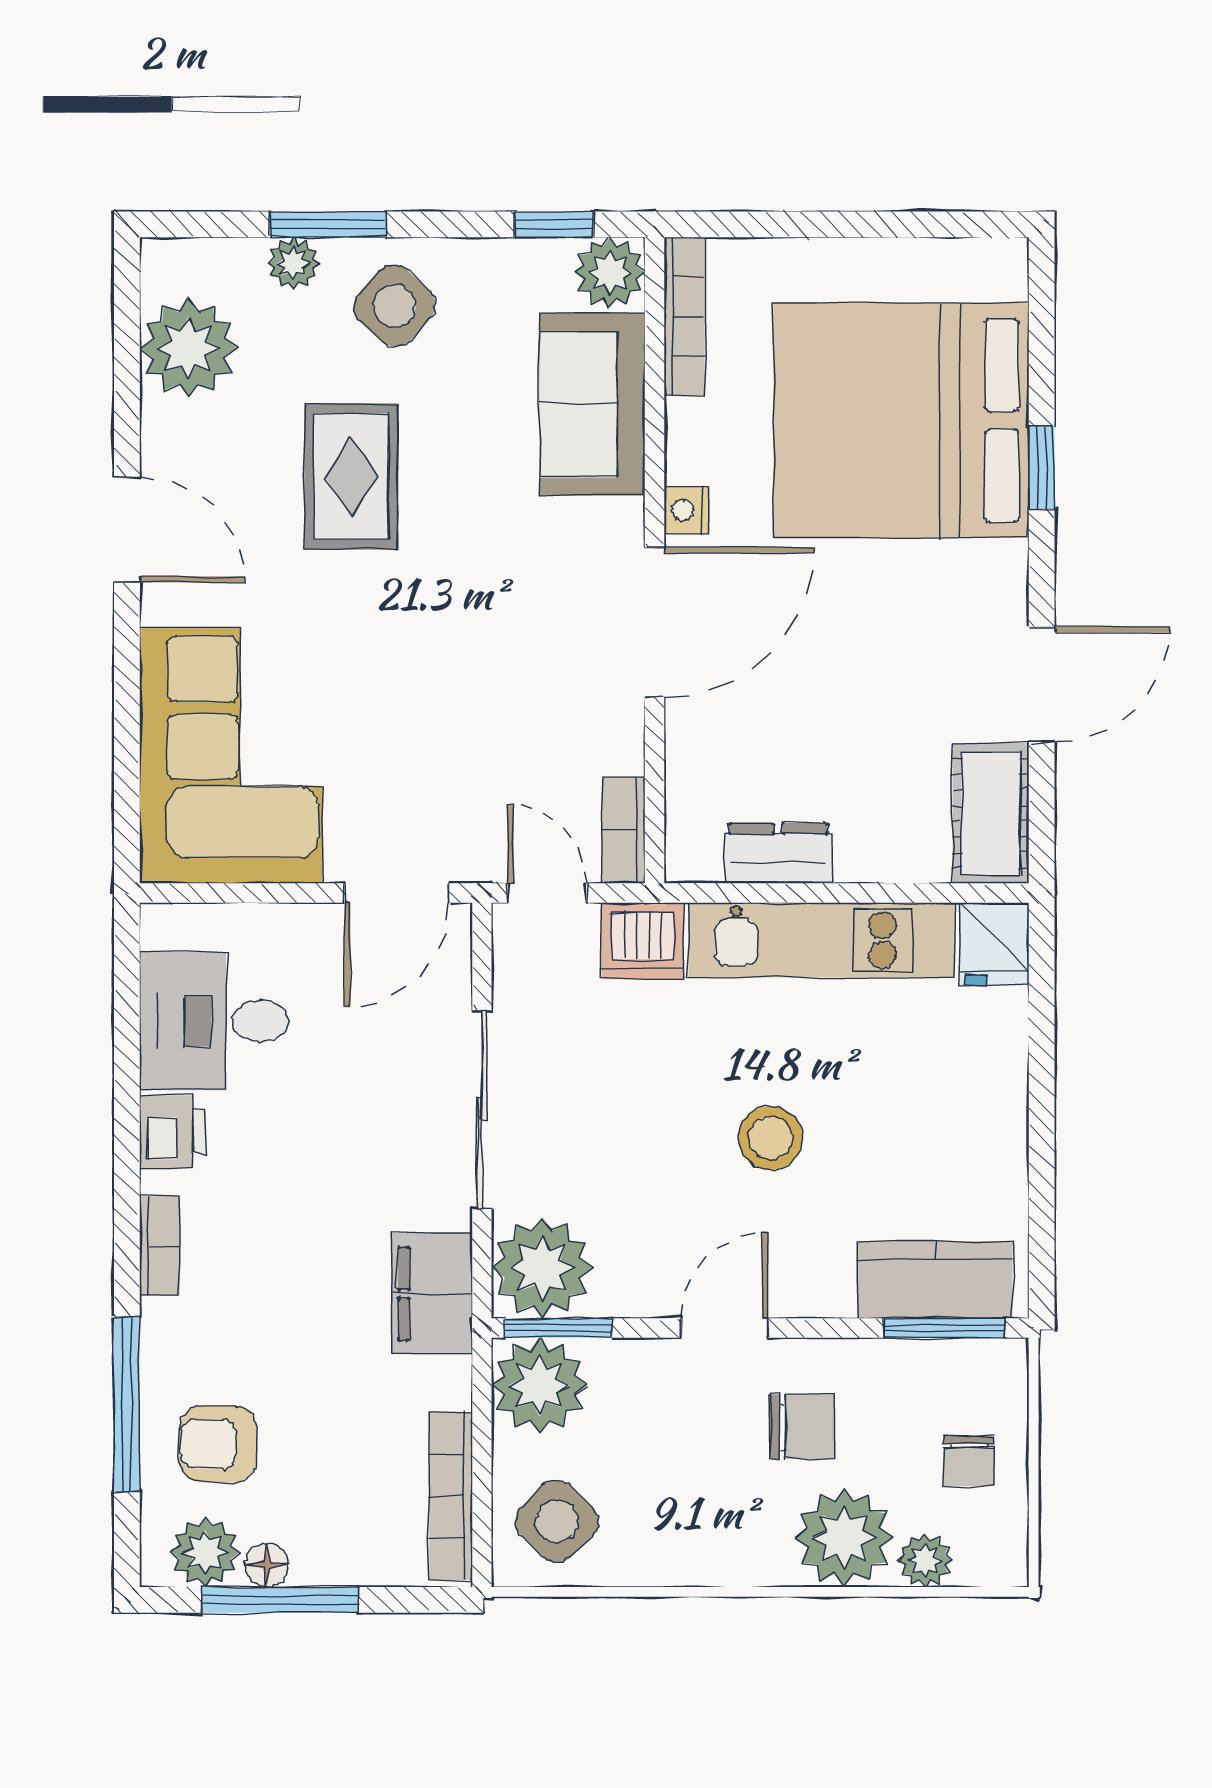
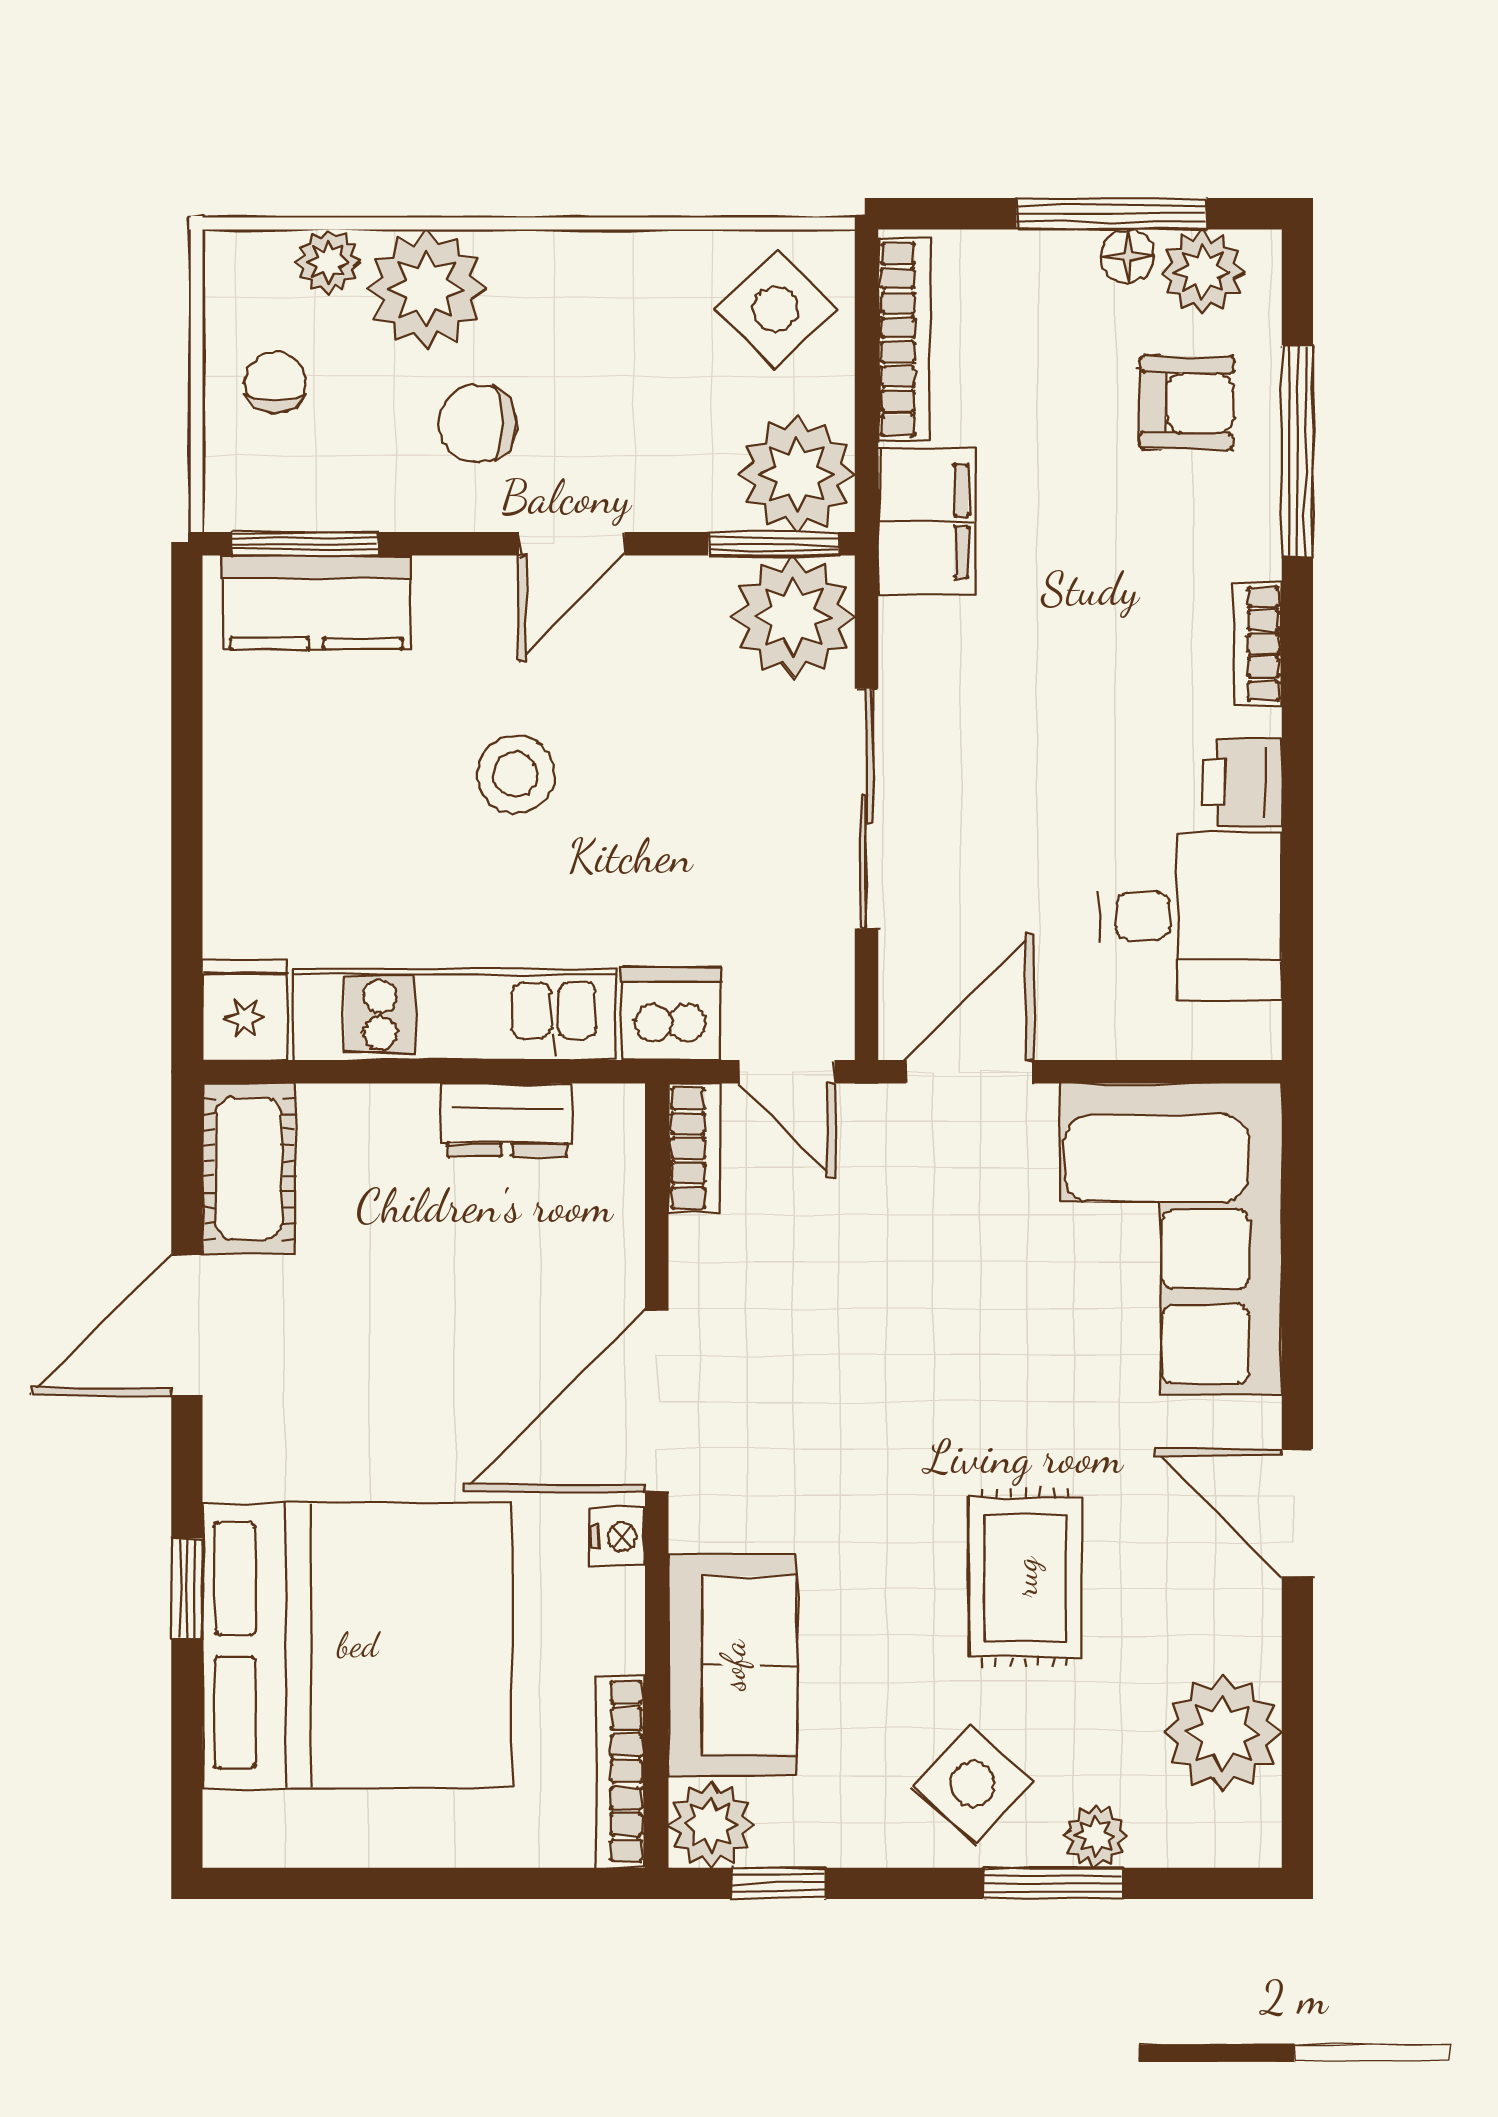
filing cabinet: (432, 1294) -> (927, 521), moved

